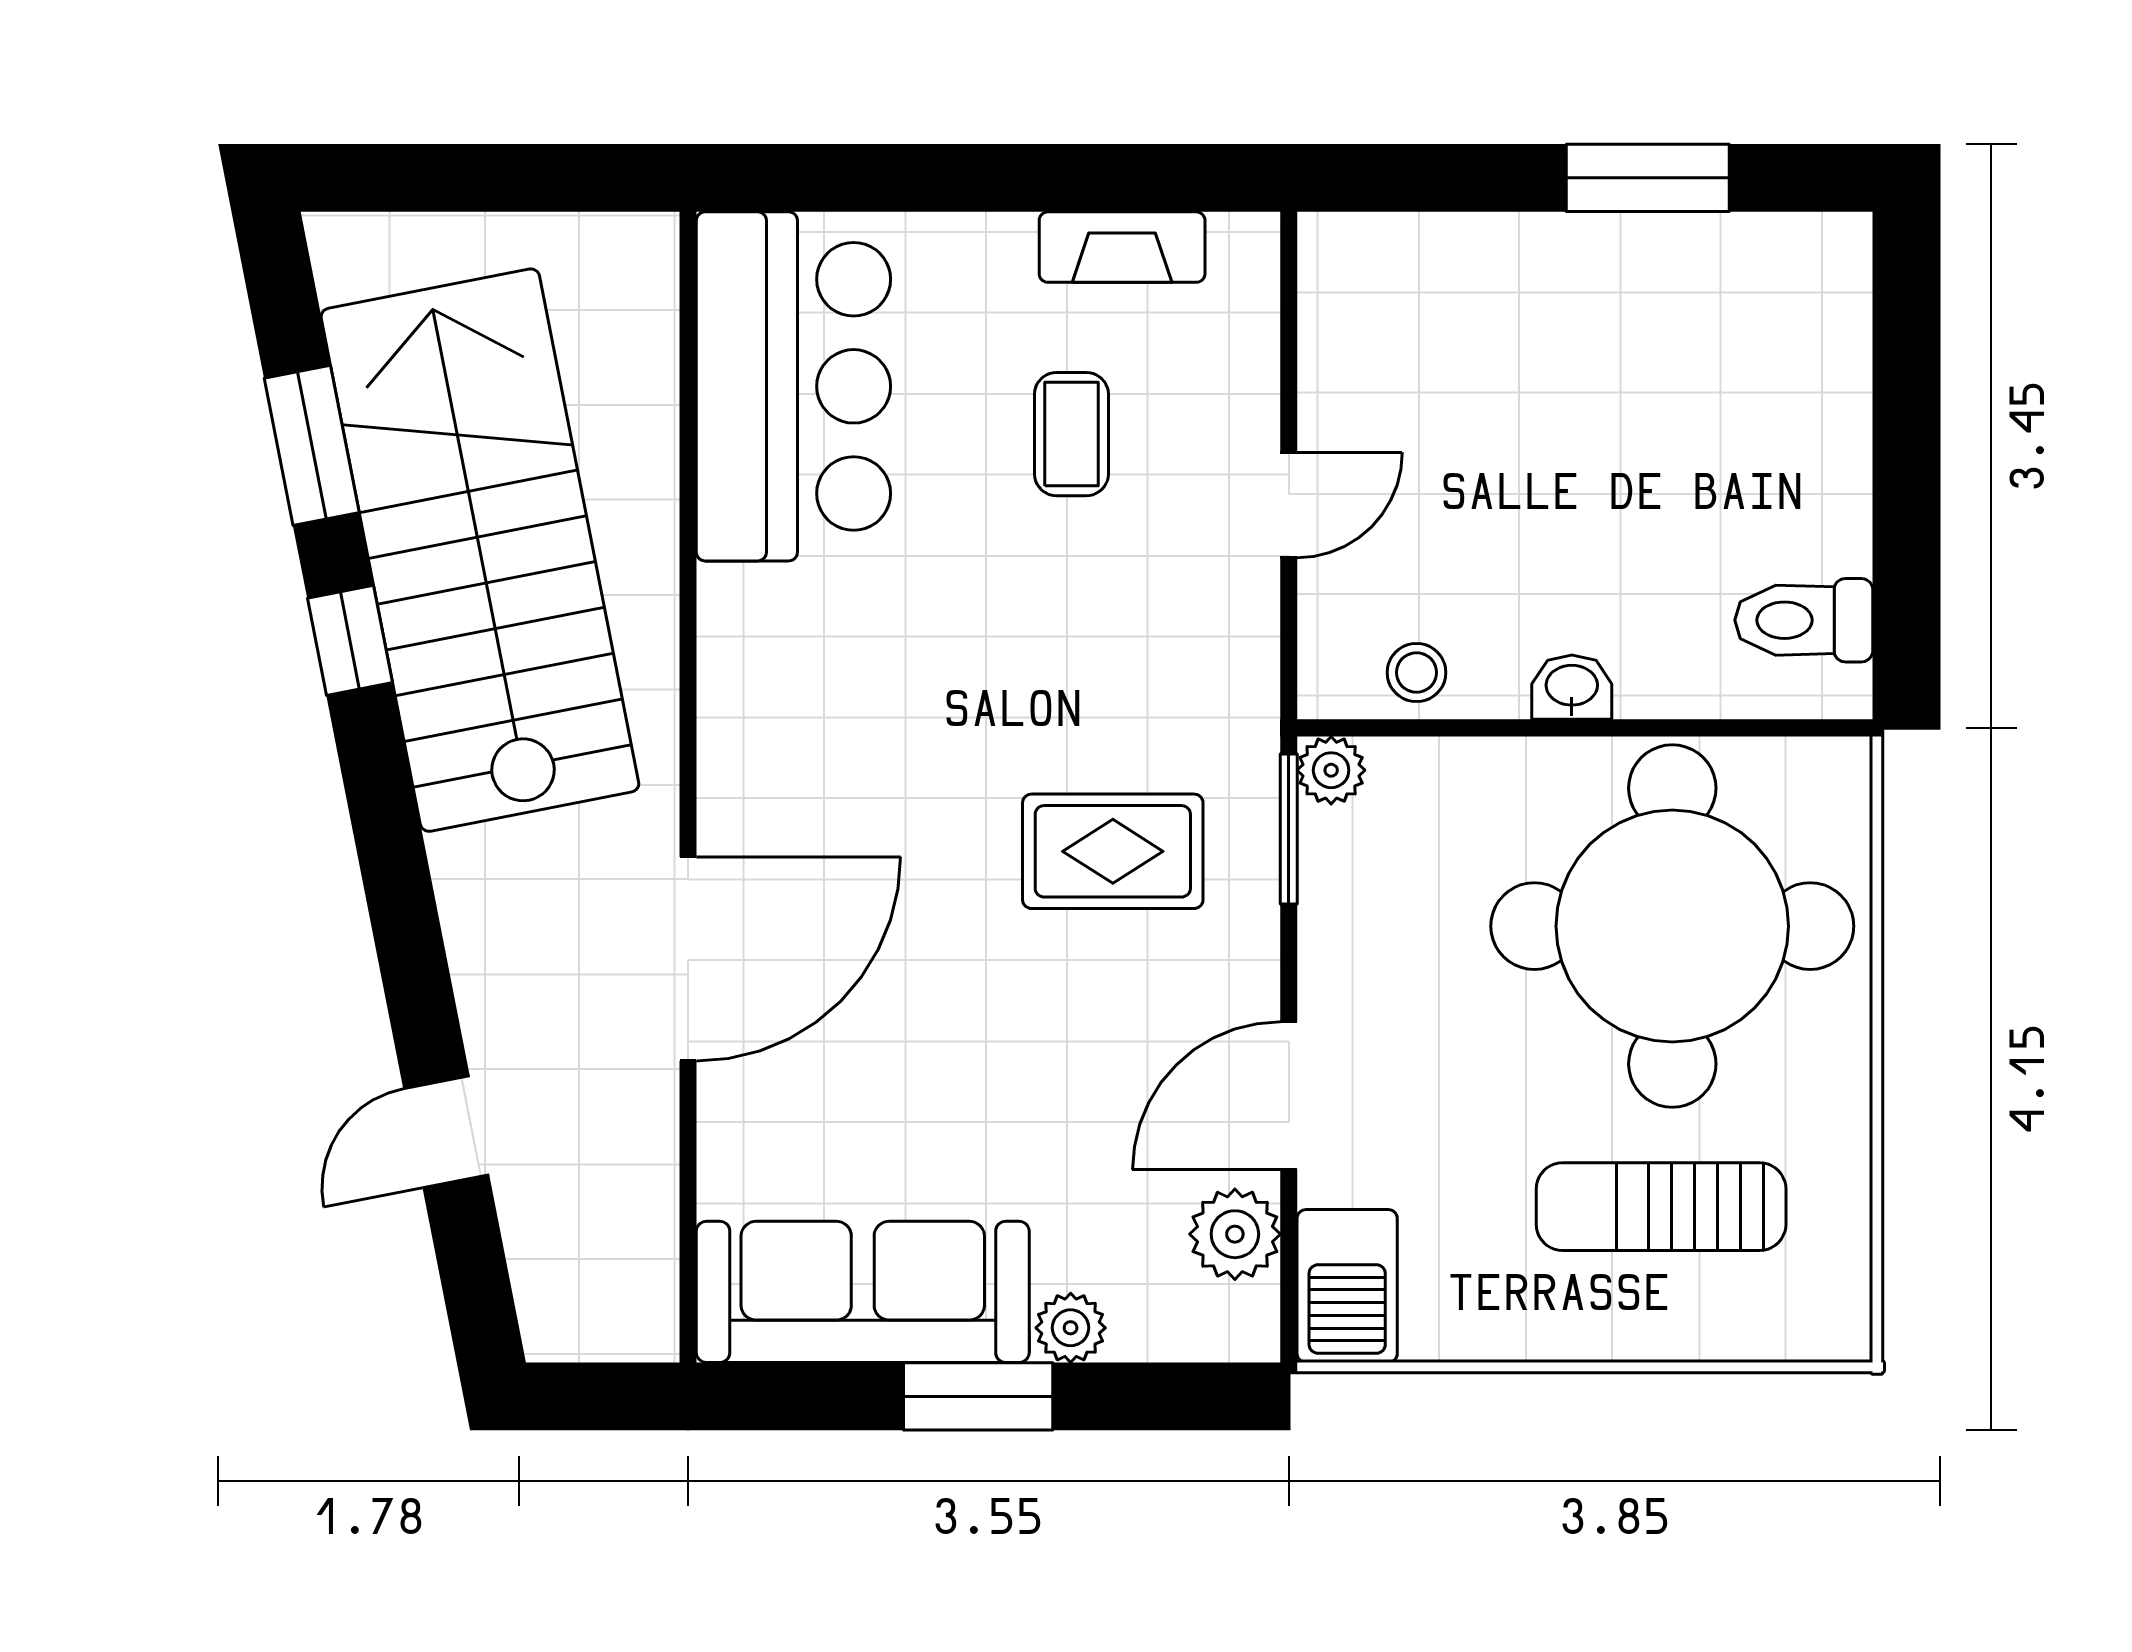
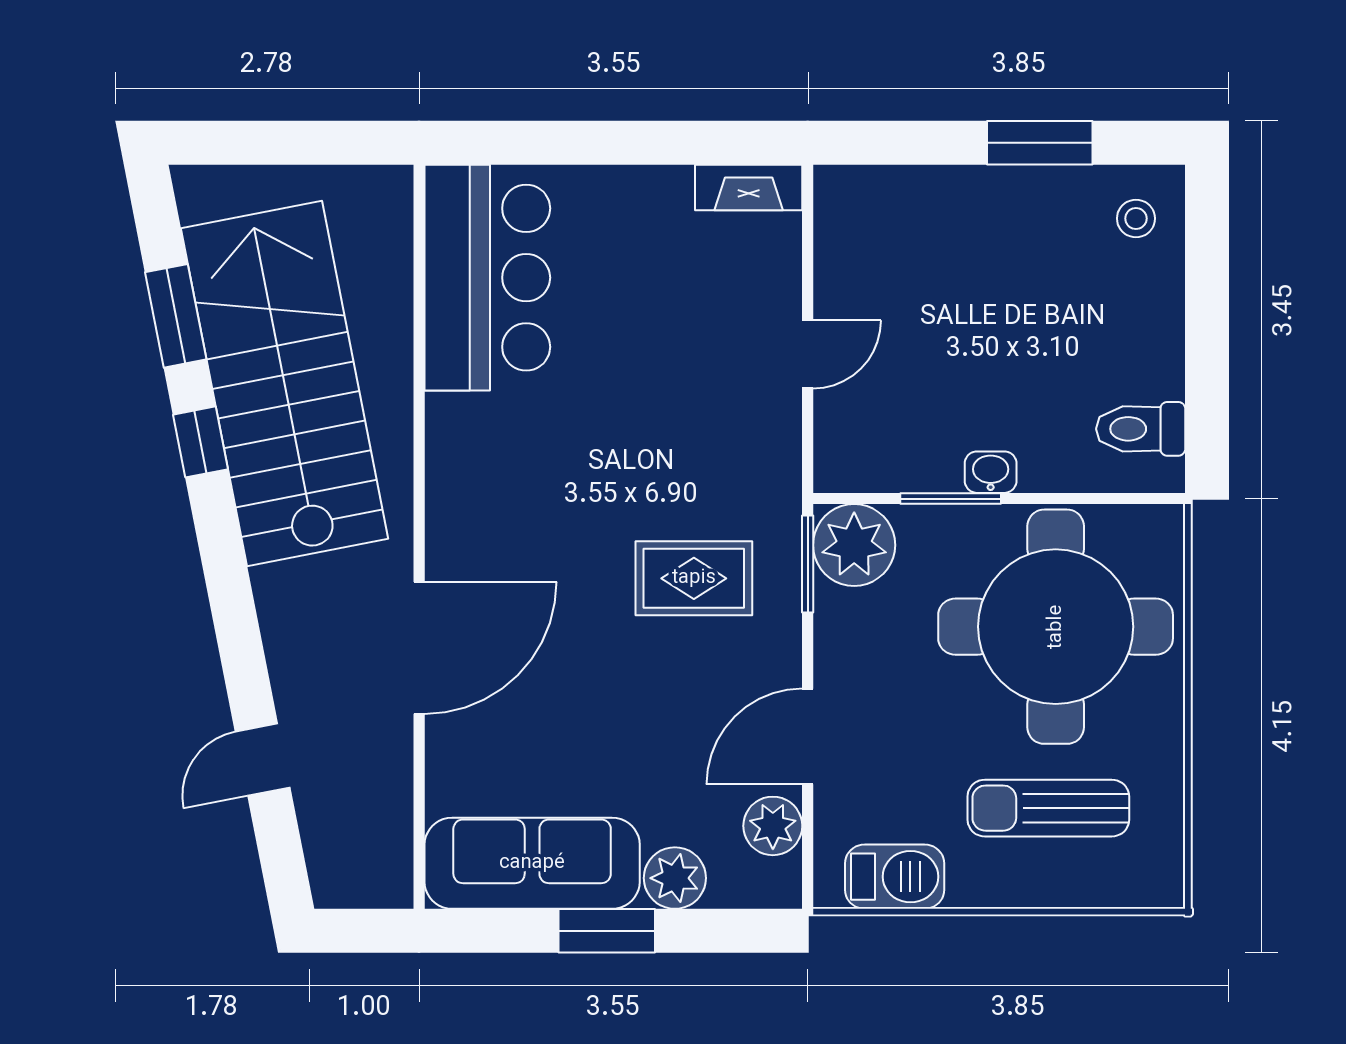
fireplace: (1122, 247) -> (749, 188), moved
coffee table: (1071, 434) -> (667, 308), removed
stool: (1417, 673) -> (1136, 218), moved
window: (1510, 728) -> (951, 499), added
plant: (1331, 770) -> (854, 545), width x1.87, depth x1.87
barbecue: (1347, 1286) -> (895, 877), moved, turned -90
plant: (1071, 1328) -> (675, 878), width x1.38, depth x1.38

